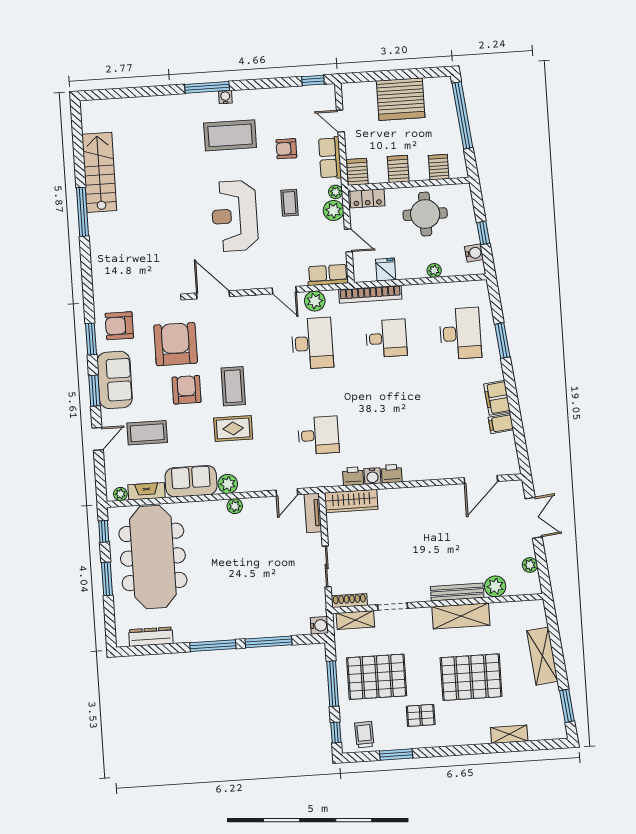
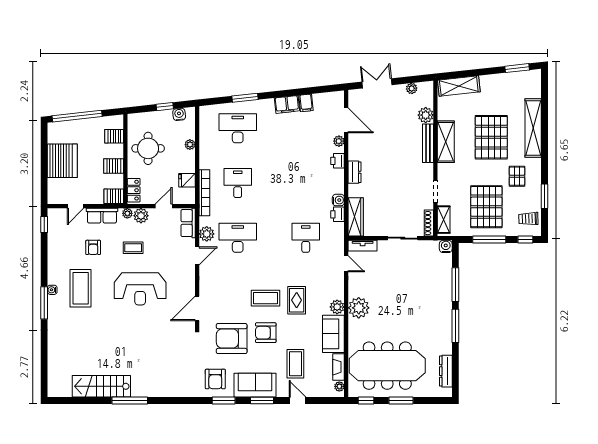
plant: (452, 471) -> (339, 141), added
printer: (392, 474) -> (338, 161), moved
dresser: (412, 495) -> (355, 172), added
plant: (235, 506) -> (359, 308), width x1.88, depth x1.88
shelving: (542, 656) -> (459, 86), moved
shelving: (509, 734) -> (533, 128), width x2.20, depth x1.33

